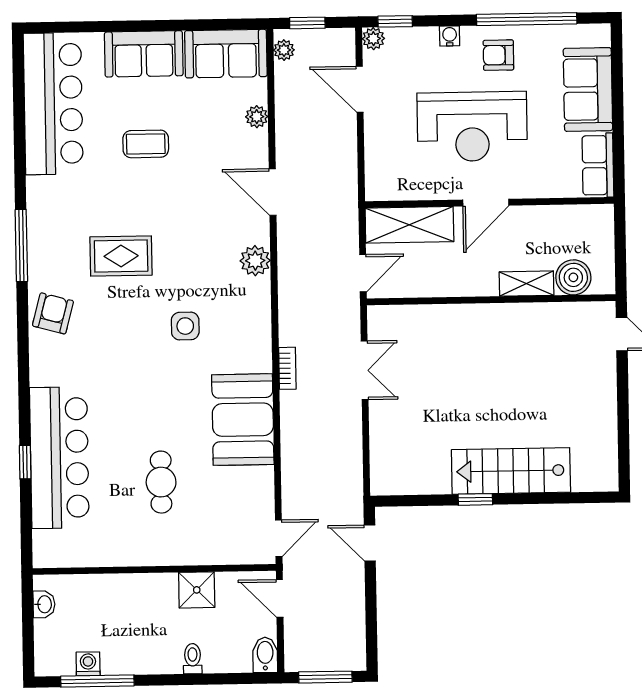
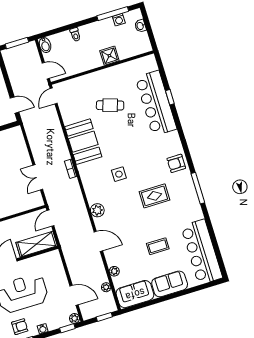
plant: (284, 50) -> (106, 287), moved
armchair: (53, 313) -> (176, 163), turned 75
cafe table: (161, 482) -> (110, 105), turned -72
shower: (197, 590) -> (109, 56), moved
washbasin: (44, 604) -> (140, 26), moved

